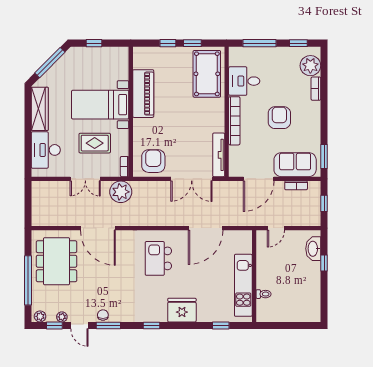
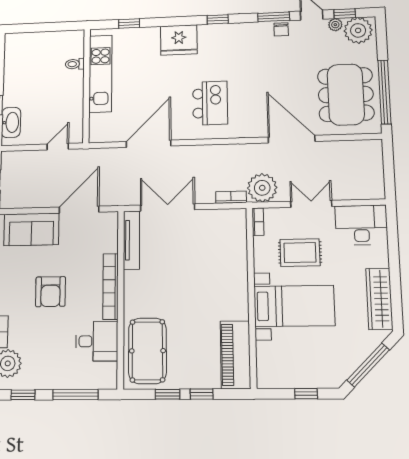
piano: (143, 94) -> (235, 355), moved
desk: (46, 150) -> (361, 225), moved, turned -90
armchair: (153, 161) -> (219, 230), removed
bookcase: (296, 185) -> (231, 197), moved
window: (28, 280) -> (384, 92), moved
plant: (40, 316) -> (358, 30), width x1.88, depth x1.88

